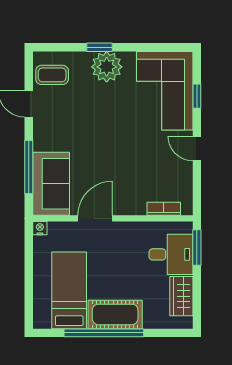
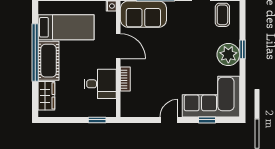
bookcase: (164, 209) -> (125, 79), moved
window: (197, 247) -> (97, 120), width x0.67
desk: (171, 254) -> (100, 84), moved, turned -90
wardrobe: (181, 296) -> (46, 96), moved, turned 90

